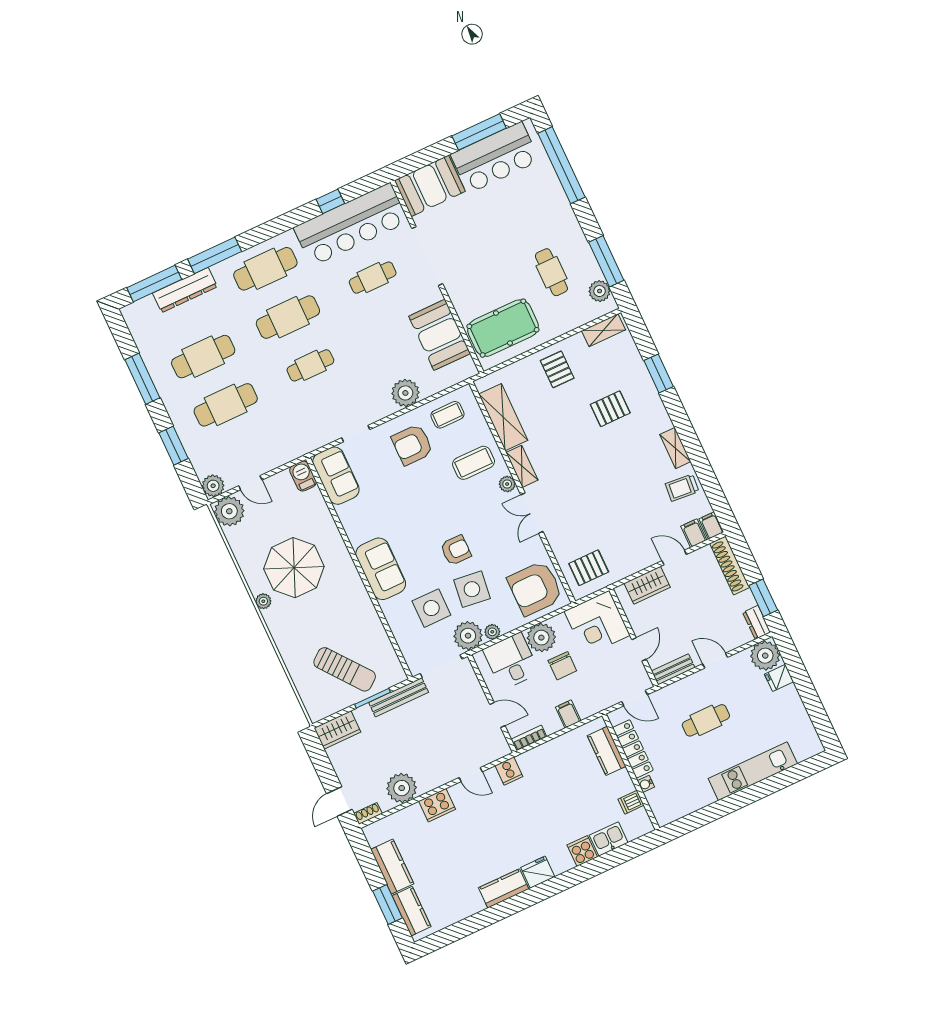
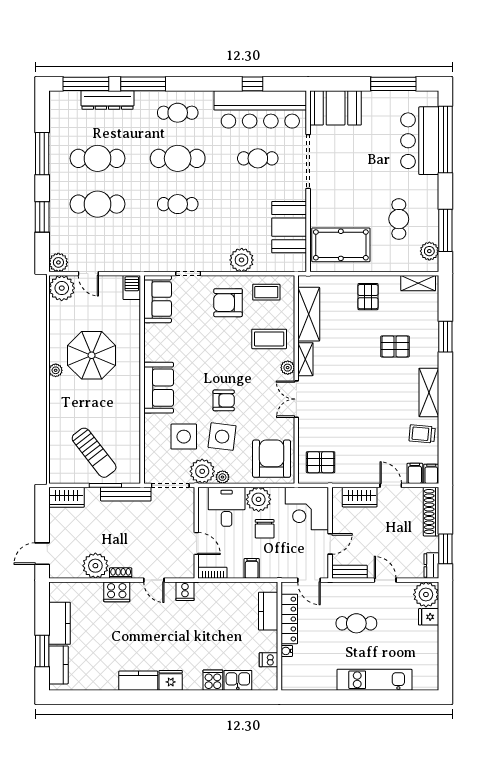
bar counter: (495, 158) -> (420, 141), moved, turned 90
cafe table: (265, 269) -> (178, 113), width x0.73, depth x0.74
shelving: (675, 448) -> (429, 392), width x1.50, depth x1.33
armchair: (535, 588) -> (272, 459), turned 90
shoe rack: (368, 813) -> (121, 573), moved

